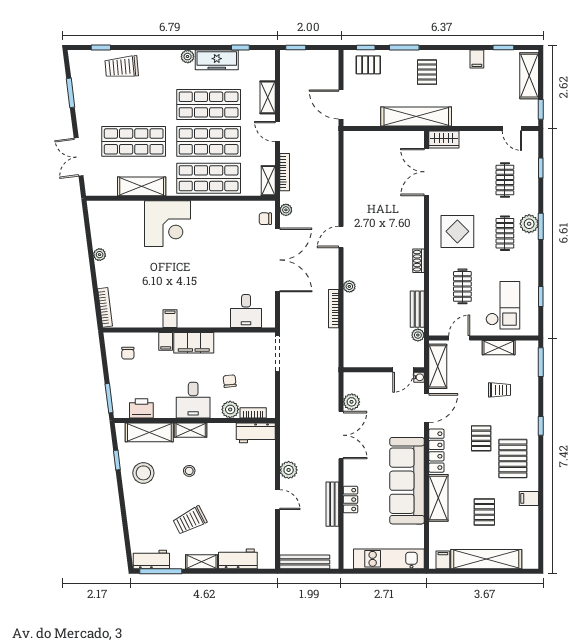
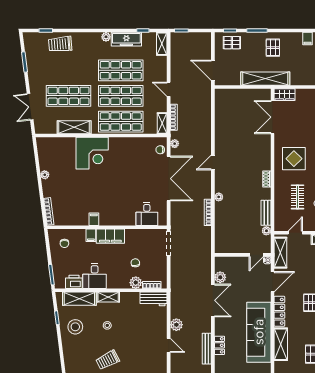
shelving: (268, 97) -> (162, 44), moved
desk: (193, 400) -> (95, 276), moved

